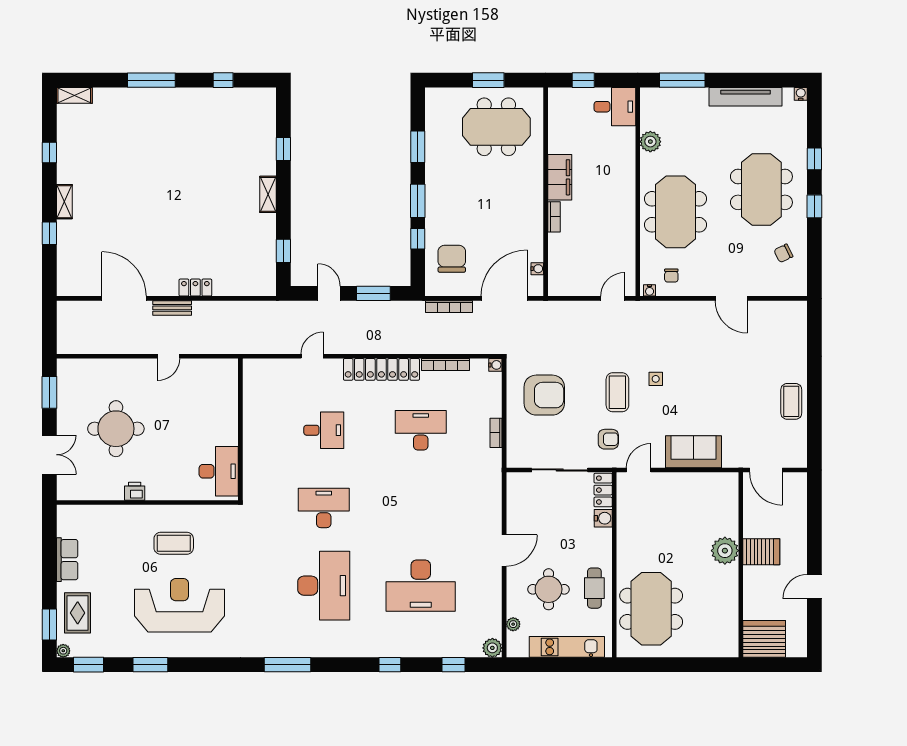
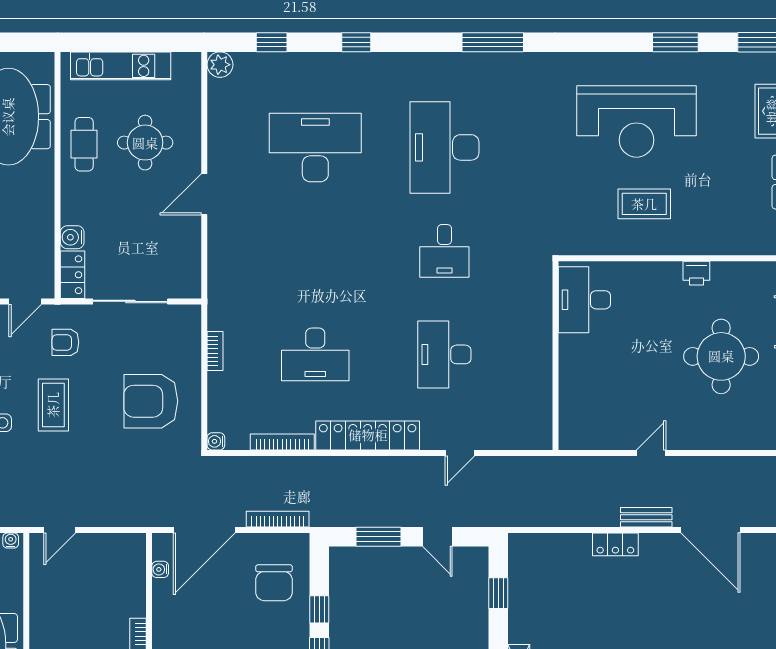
desk: (324, 430) -> (444, 354), width x1.37
desk: (324, 508) -> (444, 251), width x0.73
plant: (513, 624) -> (192, 96), removed

